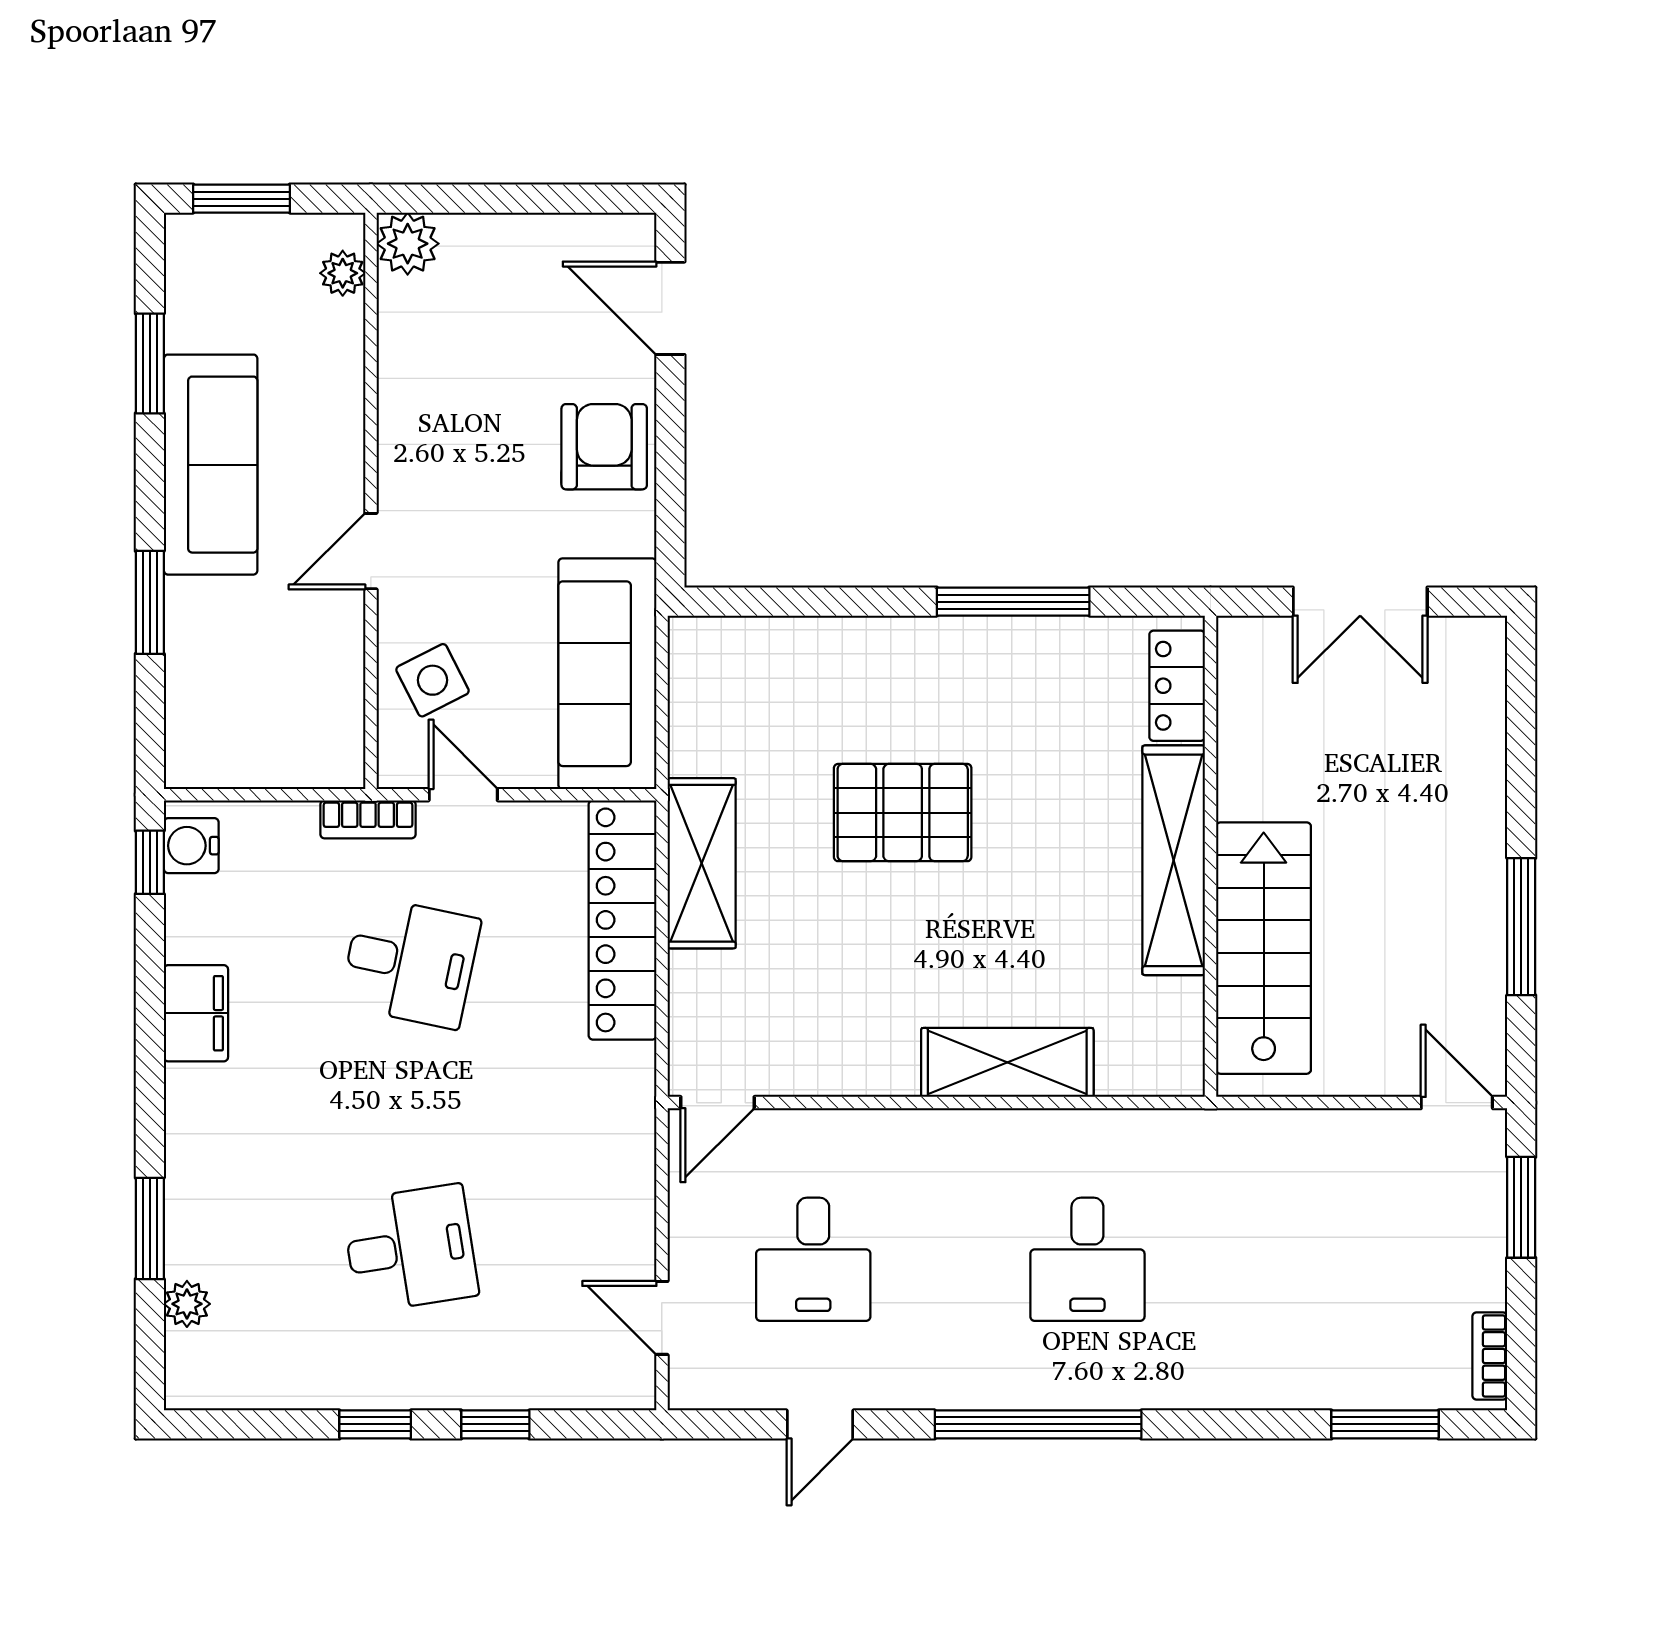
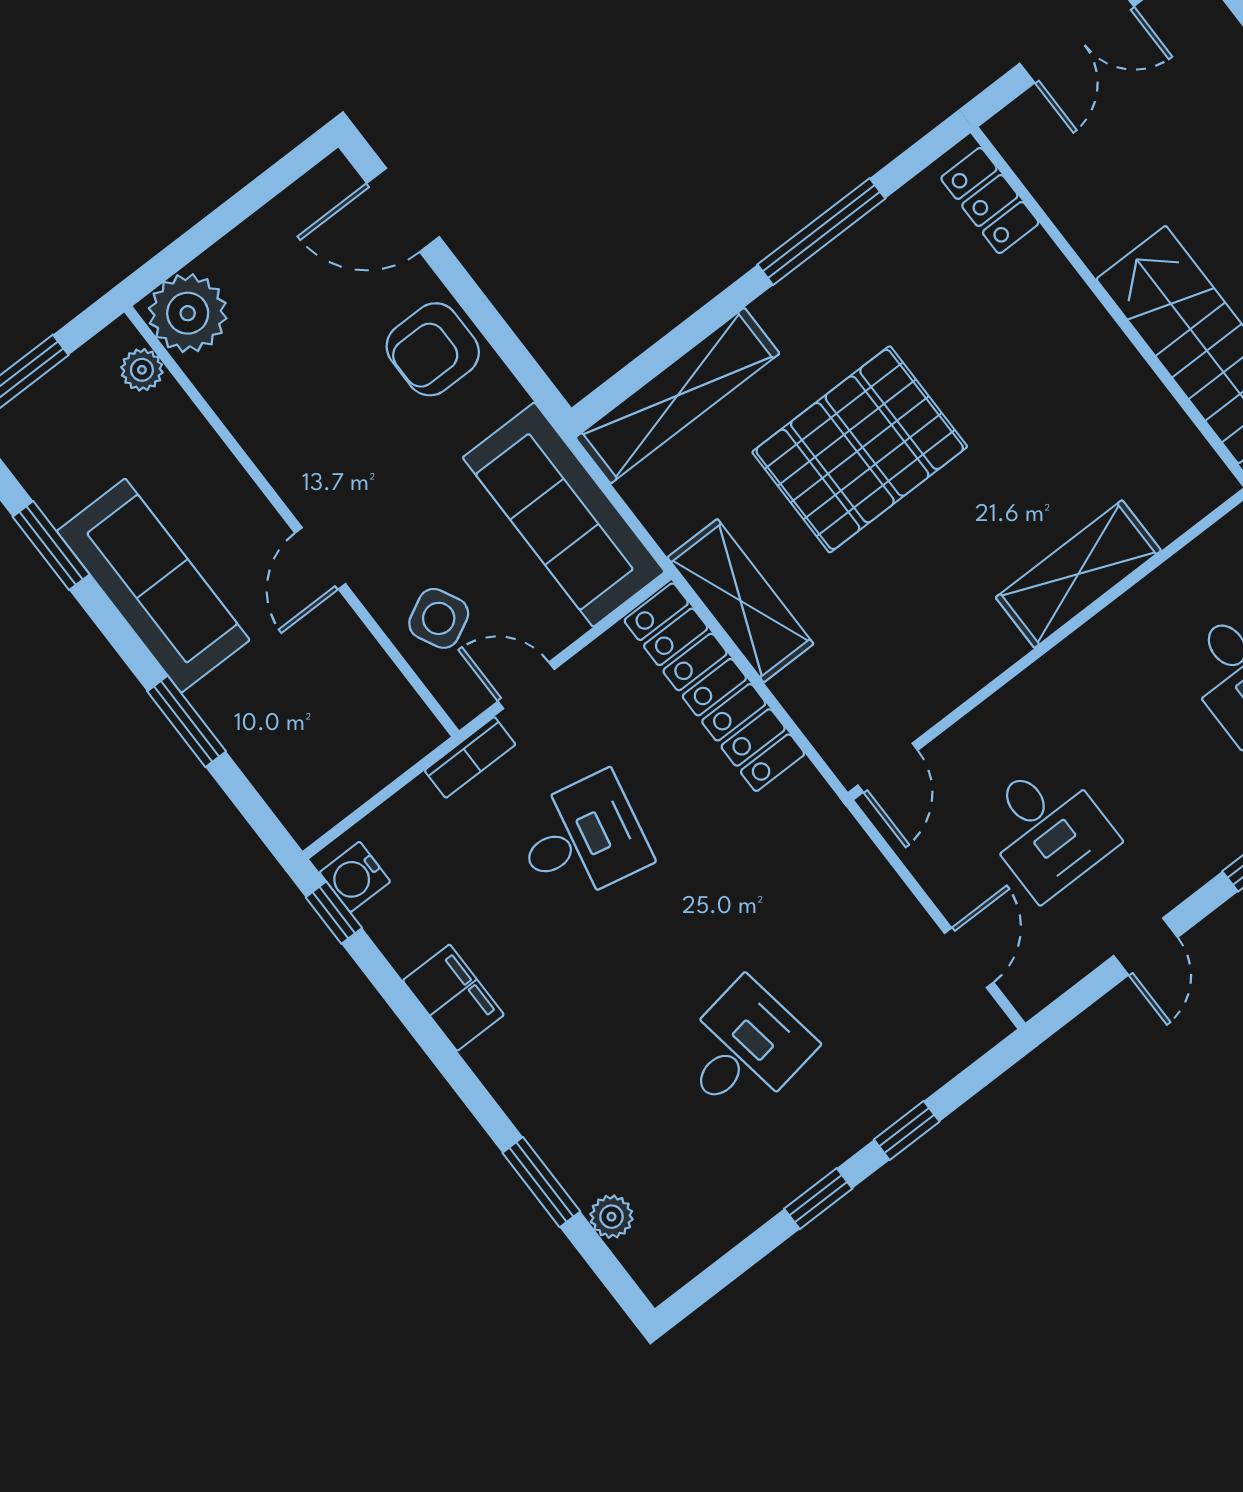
plant: (408, 244) -> (188, 313), width x1.36, depth x1.36
armchair: (604, 447) -> (433, 349), turned -90
pallet: (903, 813) -> (860, 449), width x1.37, depth x1.41
shelving: (1174, 860) -> (677, 396), moved, turned 90
door: (662, 1318) -> (969, 958), swing flipped

